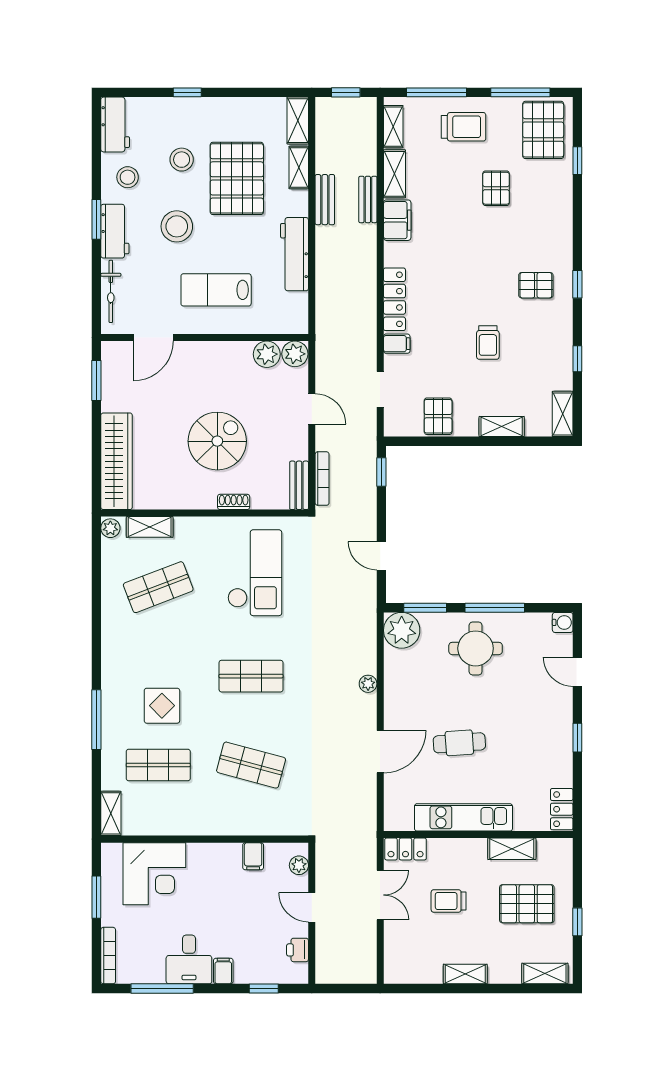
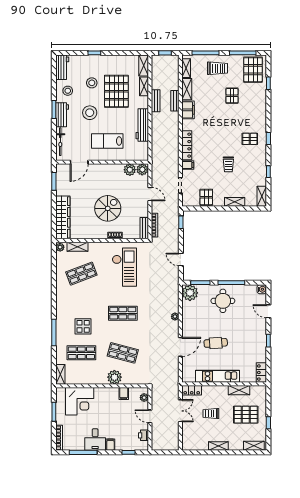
plant: (232, 820) -> (114, 377), added

